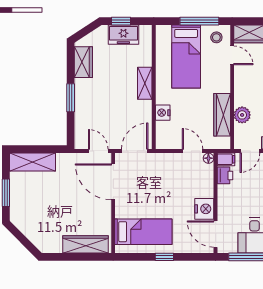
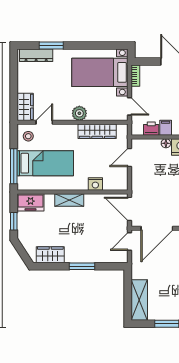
window: (199, 21) -> (14, 166), moved
freezer: (123, 35) -> (31, 202), moved, turned 90
plant: (242, 115) -> (79, 113), moved
floor lamp: (208, 158) -> (166, 143), moved
filing cabinet: (226, 159) -> (166, 128), moved

